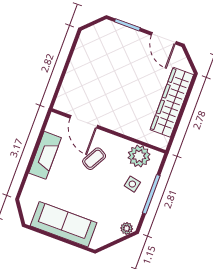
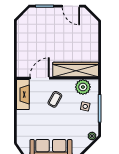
wardrobe: (172, 102) -> (76, 70), moved, turned 90
door: (84, 122) -> (40, 78), swing flipped
fireplace: (45, 155) -> (23, 95), moved

